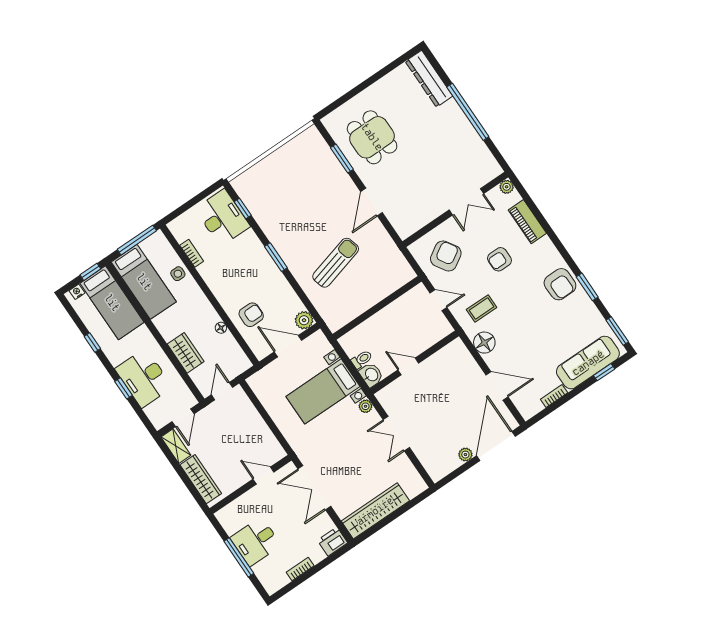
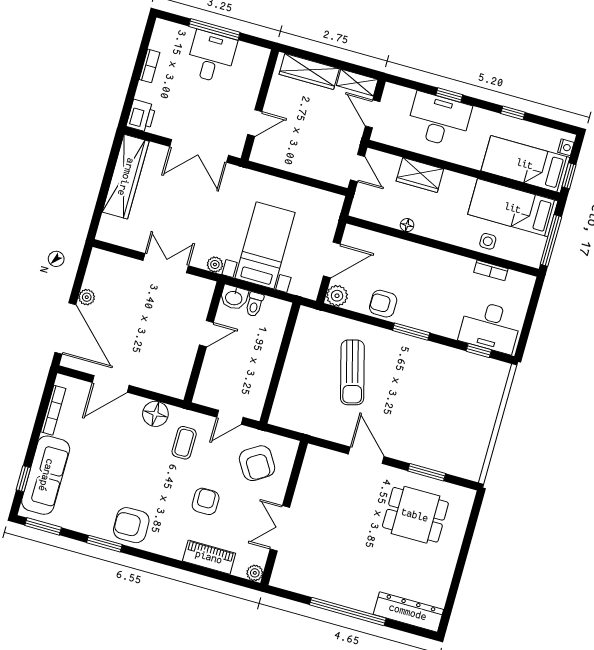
armchair: (251, 315) -> (383, 304), moved, turned 90
bookcase: (554, 396) -> (53, 410), width x1.56
double door: (314, 488) -> (199, 151), swing flipped

